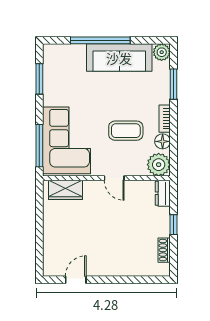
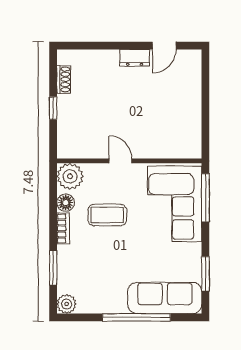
sofa: (119, 58) -> (165, 298), moved
wardrobe: (65, 190) -> (176, 148), removed
dresser: (163, 193) -> (135, 58), moved, turned 90

